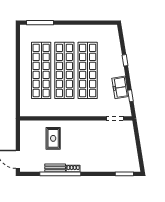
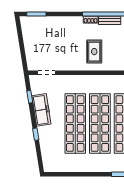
freezer: (120, 87) -> (41, 110), width x1.40
rug: (53, 138) -> (94, 52), moved

